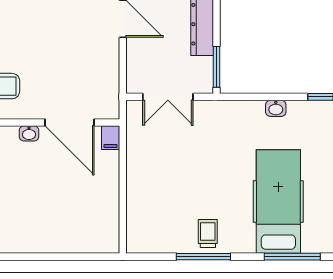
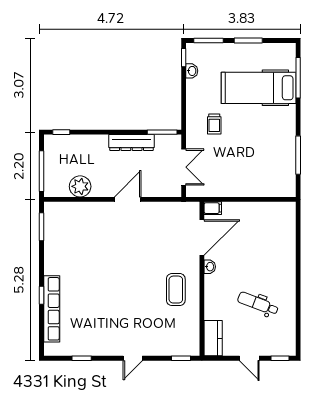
washbasin: (276, 108) -> (192, 71), moved
trolley: (208, 233) -> (214, 124), moved, turned -90
window: (203, 257) -> (298, 155), moved

